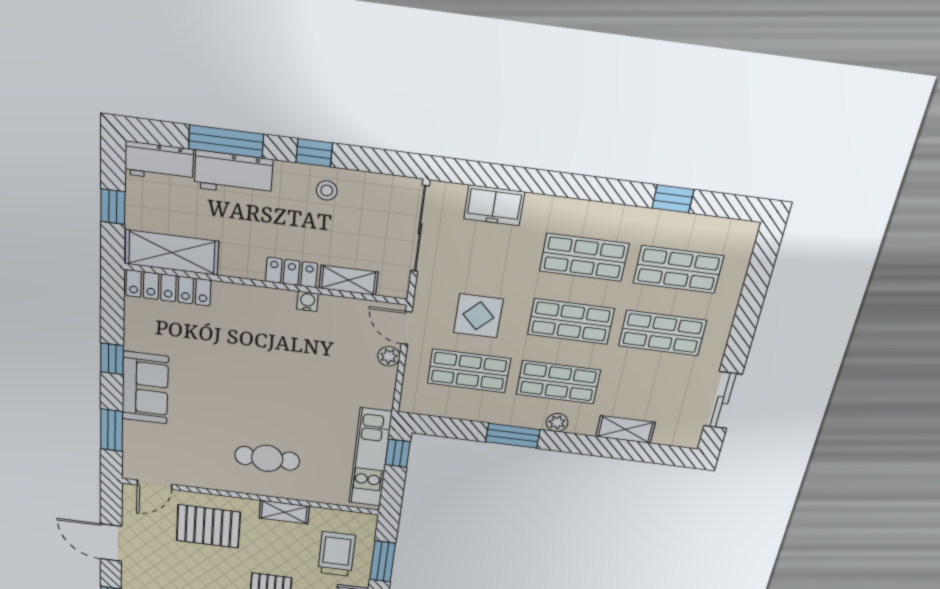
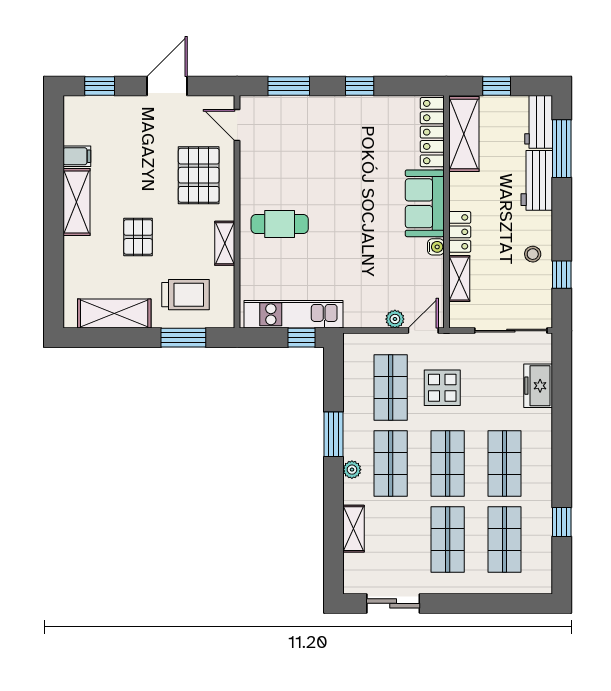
window: (226, 141) -> (562, 149), moved
window: (314, 153) -> (562, 275), moved
sofa: (145, 388) -> (425, 203), moved, turned 90
cafe table: (267, 458) -> (280, 224), turned 90

